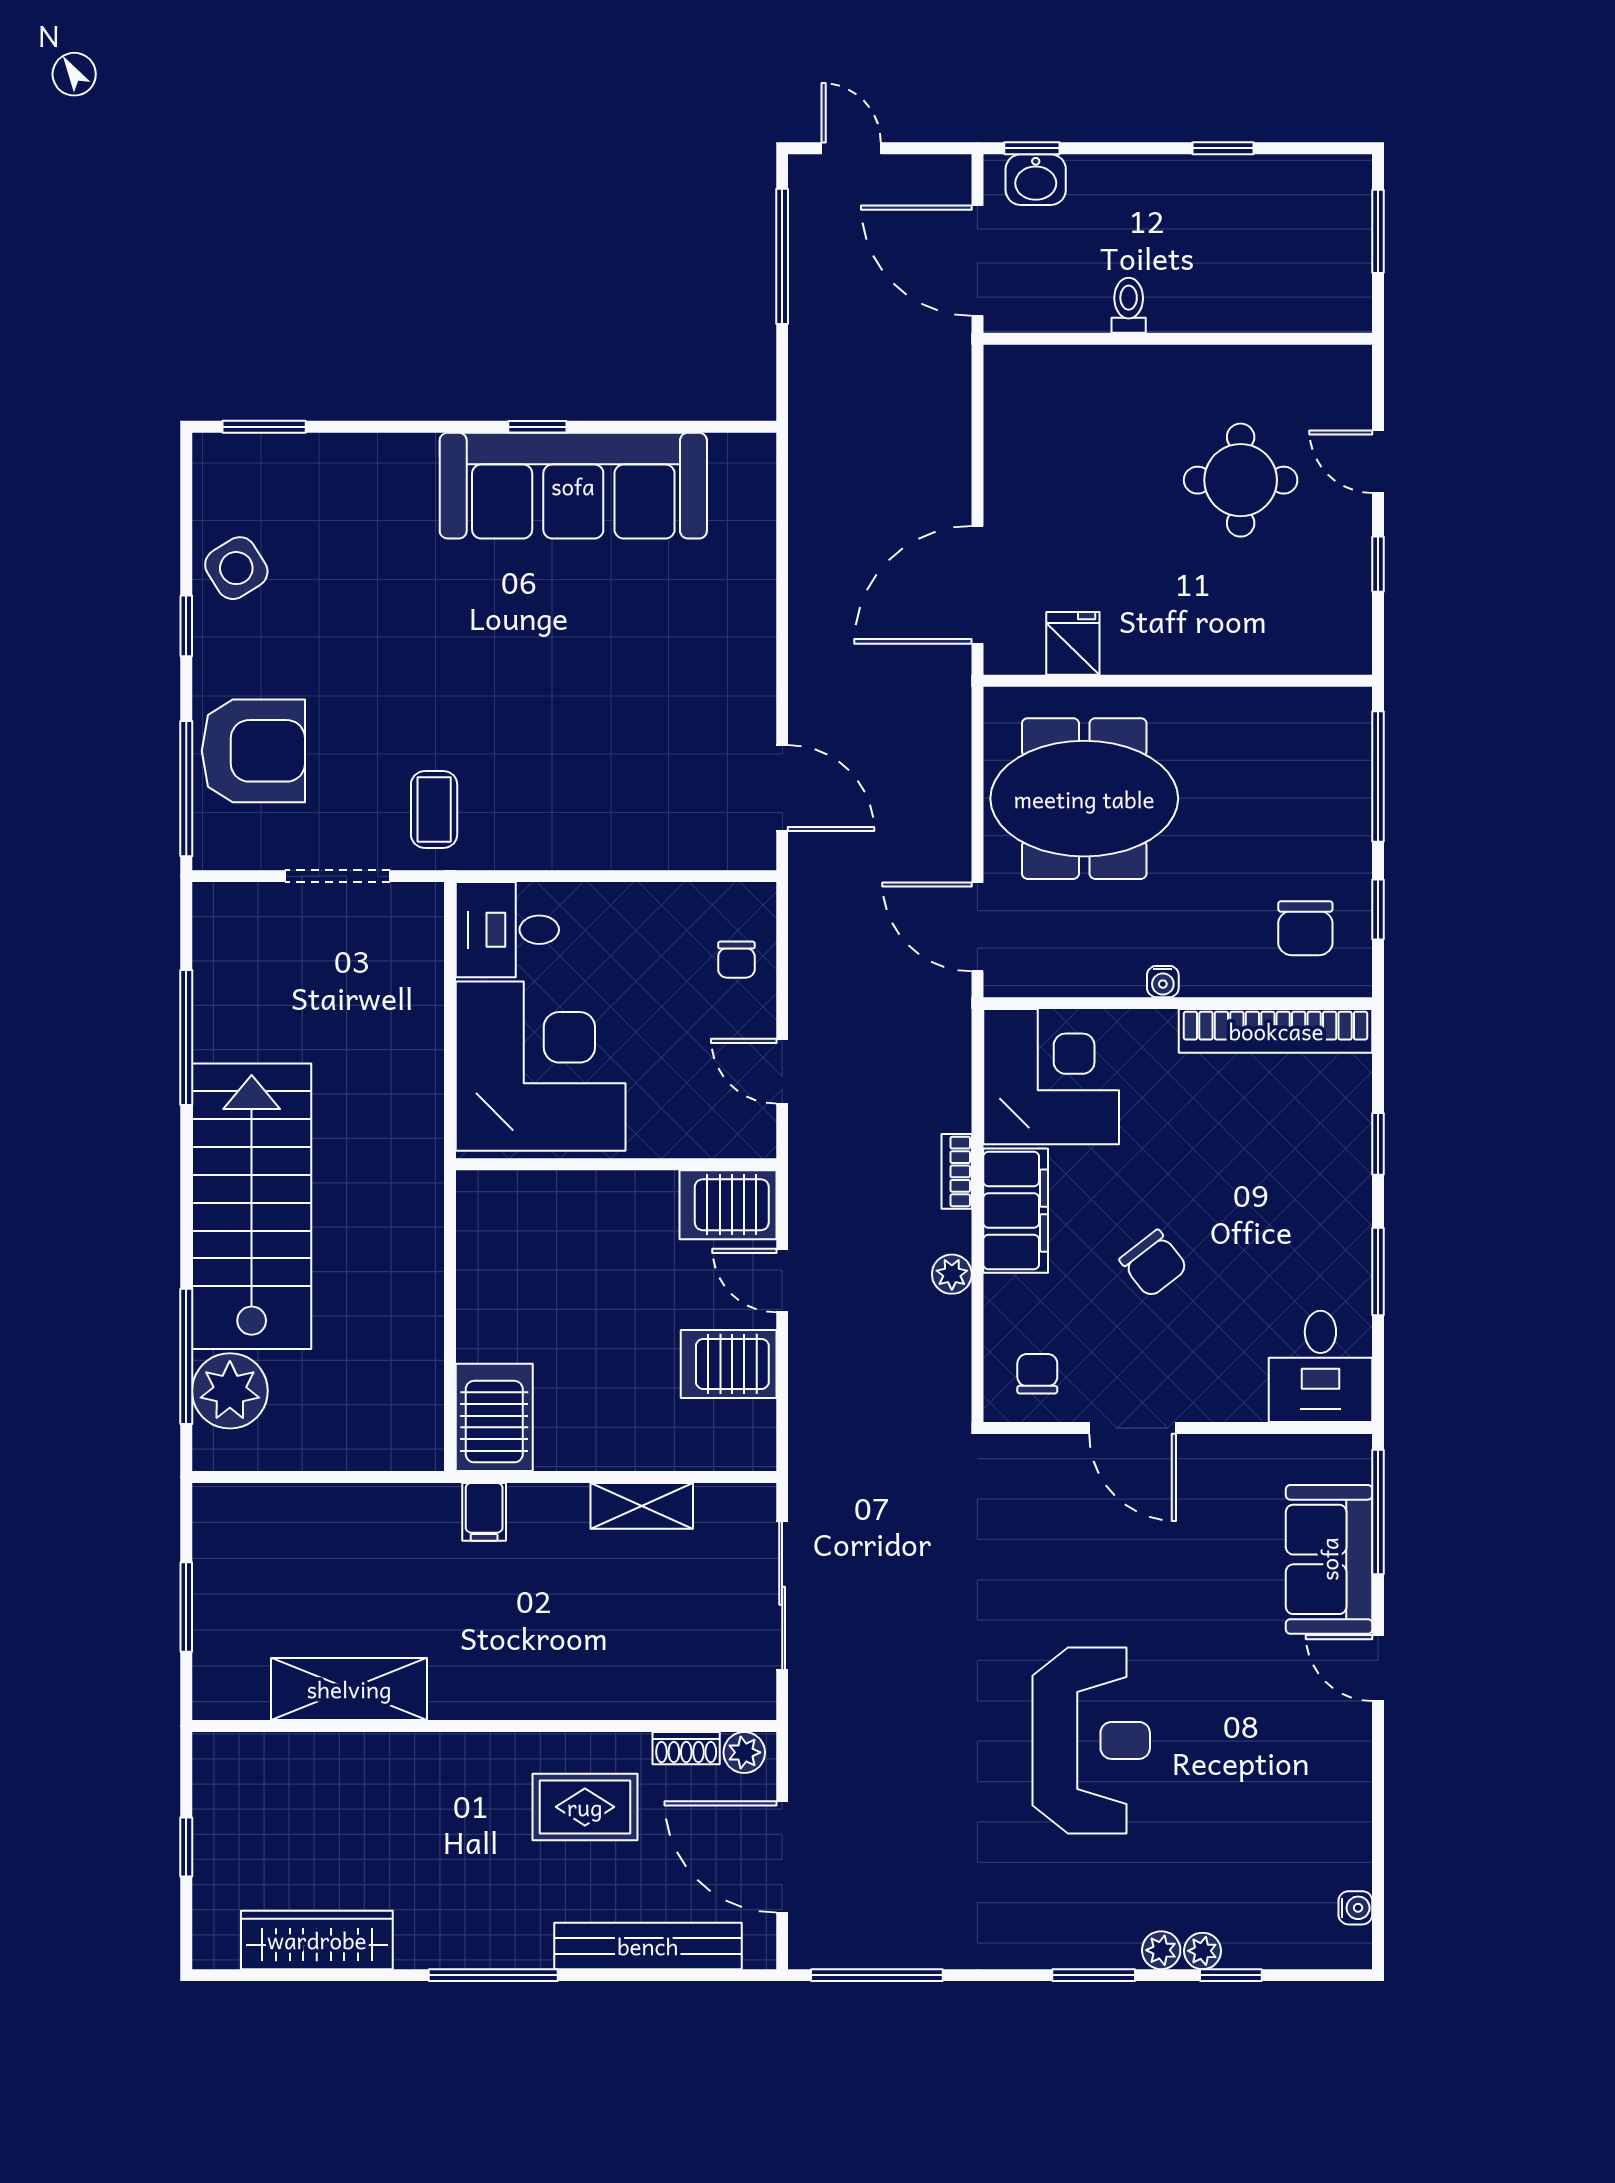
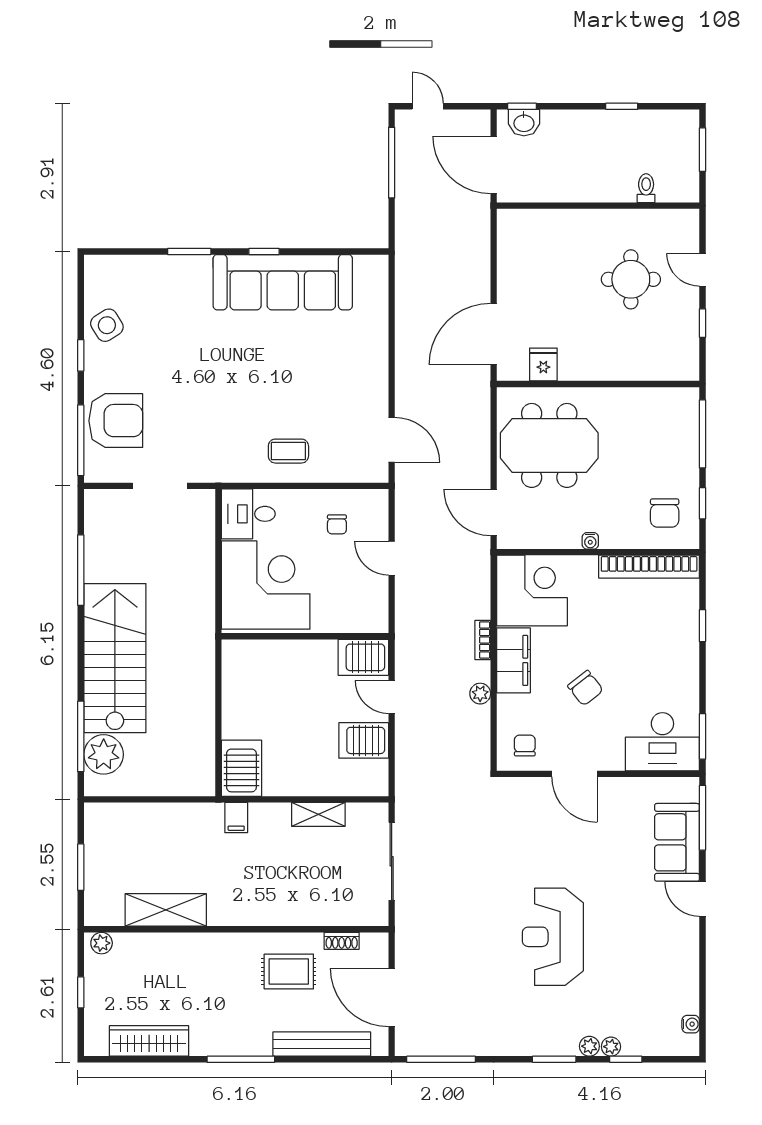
toilet: (1129, 305) -> (646, 188), moved
window: (264, 427) -> (189, 251), moved
coffee table: (434, 809) -> (288, 451), moved, turned 90
chair: (736, 960) -> (337, 524), moved
door: (782, 1071) -> (392, 558), moved
window: (1378, 1271) -> (703, 736), moved
desk: (1320, 1366) -> (662, 742), width x1.37
reception desk: (1091, 1740) -> (553, 937), turned 180
plant: (744, 1752) -> (102, 943), moved

